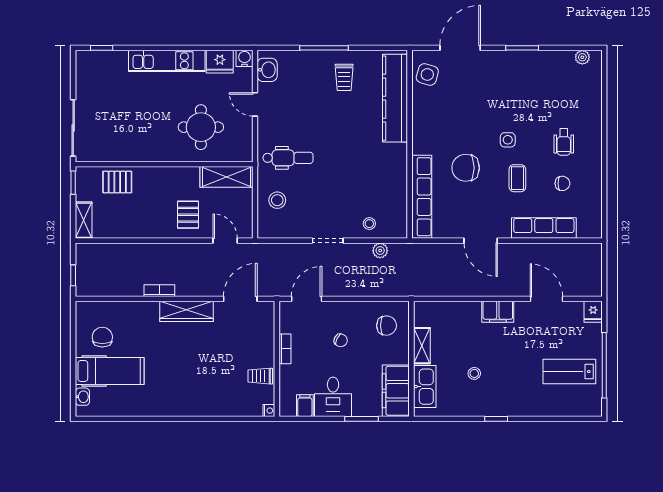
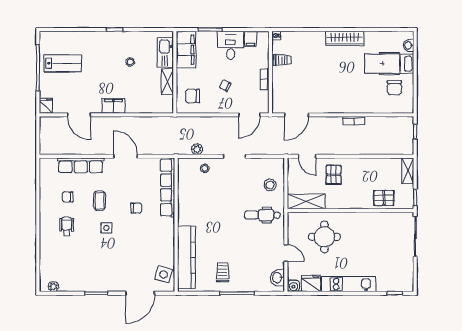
chair: (466, 168) -> (136, 208), width x0.54, depth x0.54
wardrobe: (186, 311) -> (345, 38), moved, turned 180

